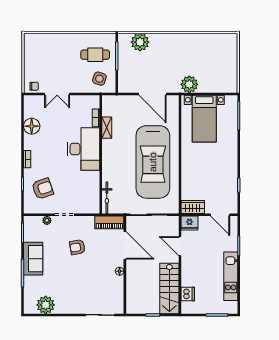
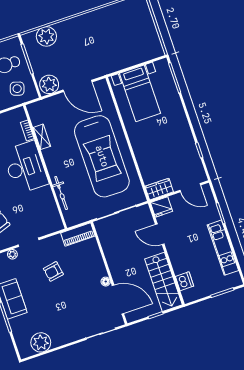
plant: (189, 84) -> (49, 84), moved
bicycle: (107, 198) -> (61, 193), moved
door: (125, 245) -> (118, 299), moved

